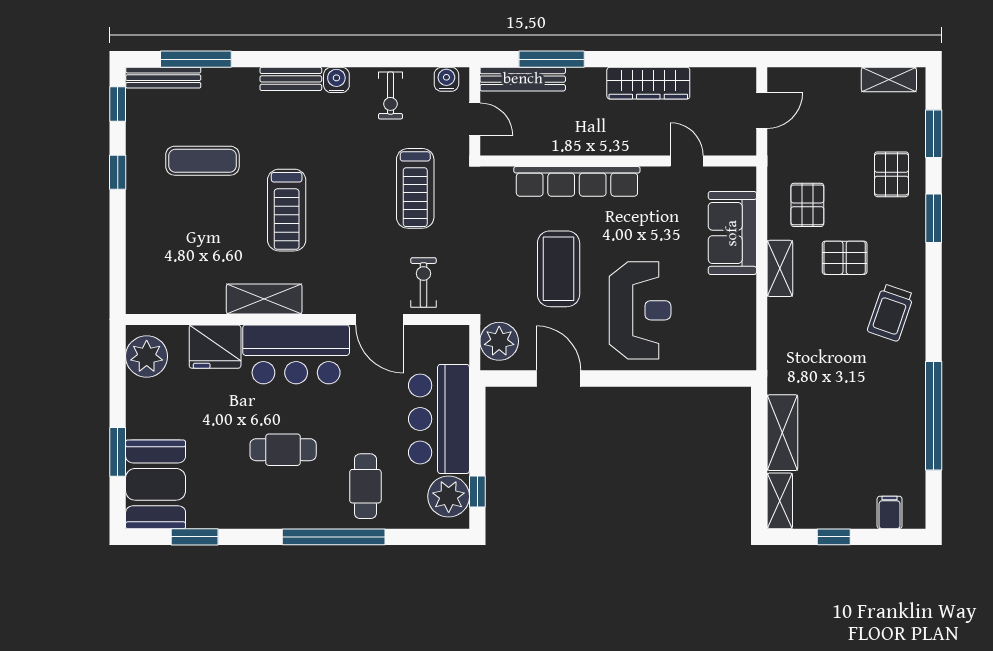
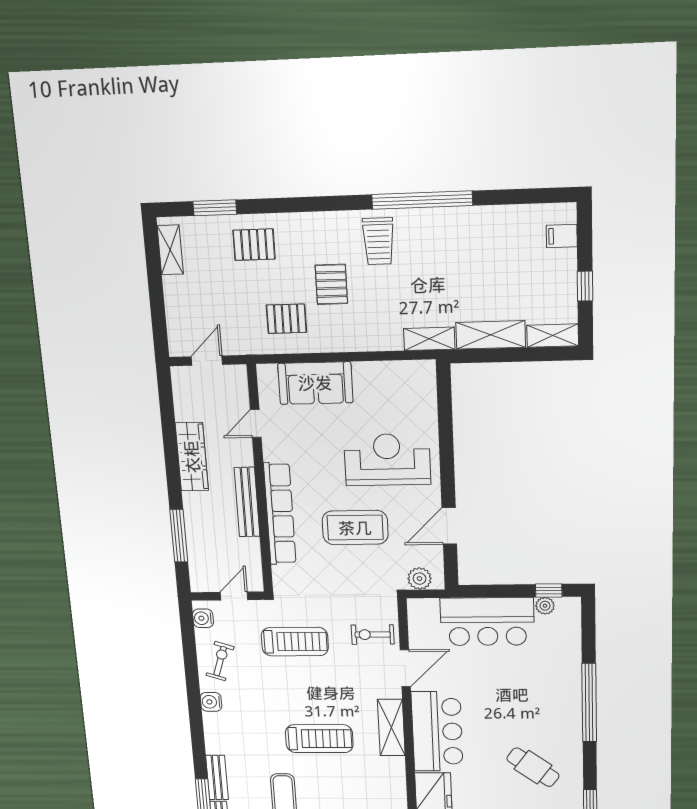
bench: (291, 79) -> (217, 777), moved
bench: (523, 79) -> (247, 502), moved
exercise bike: (390, 95) -> (220, 661), turned -72
door: (762, 111) -> (207, 361), hinge flipped
window: (934, 218) -> (291, 205), removed
shelving: (780, 268) -> (429, 339), moved
shelving: (264, 299) -> (391, 728), moved
trolley: (891, 313) -> (378, 241), turned 71
plant: (499, 341) -> (420, 579), width x0.73, depth x0.73
window: (934, 416) -> (422, 200), moved
cafe table: (283, 450) -> (533, 767), moved, turned -54
cafe table: (365, 486) -> (546, 678), removed
plant: (449, 496) -> (545, 606), width x0.53, depth x0.53

